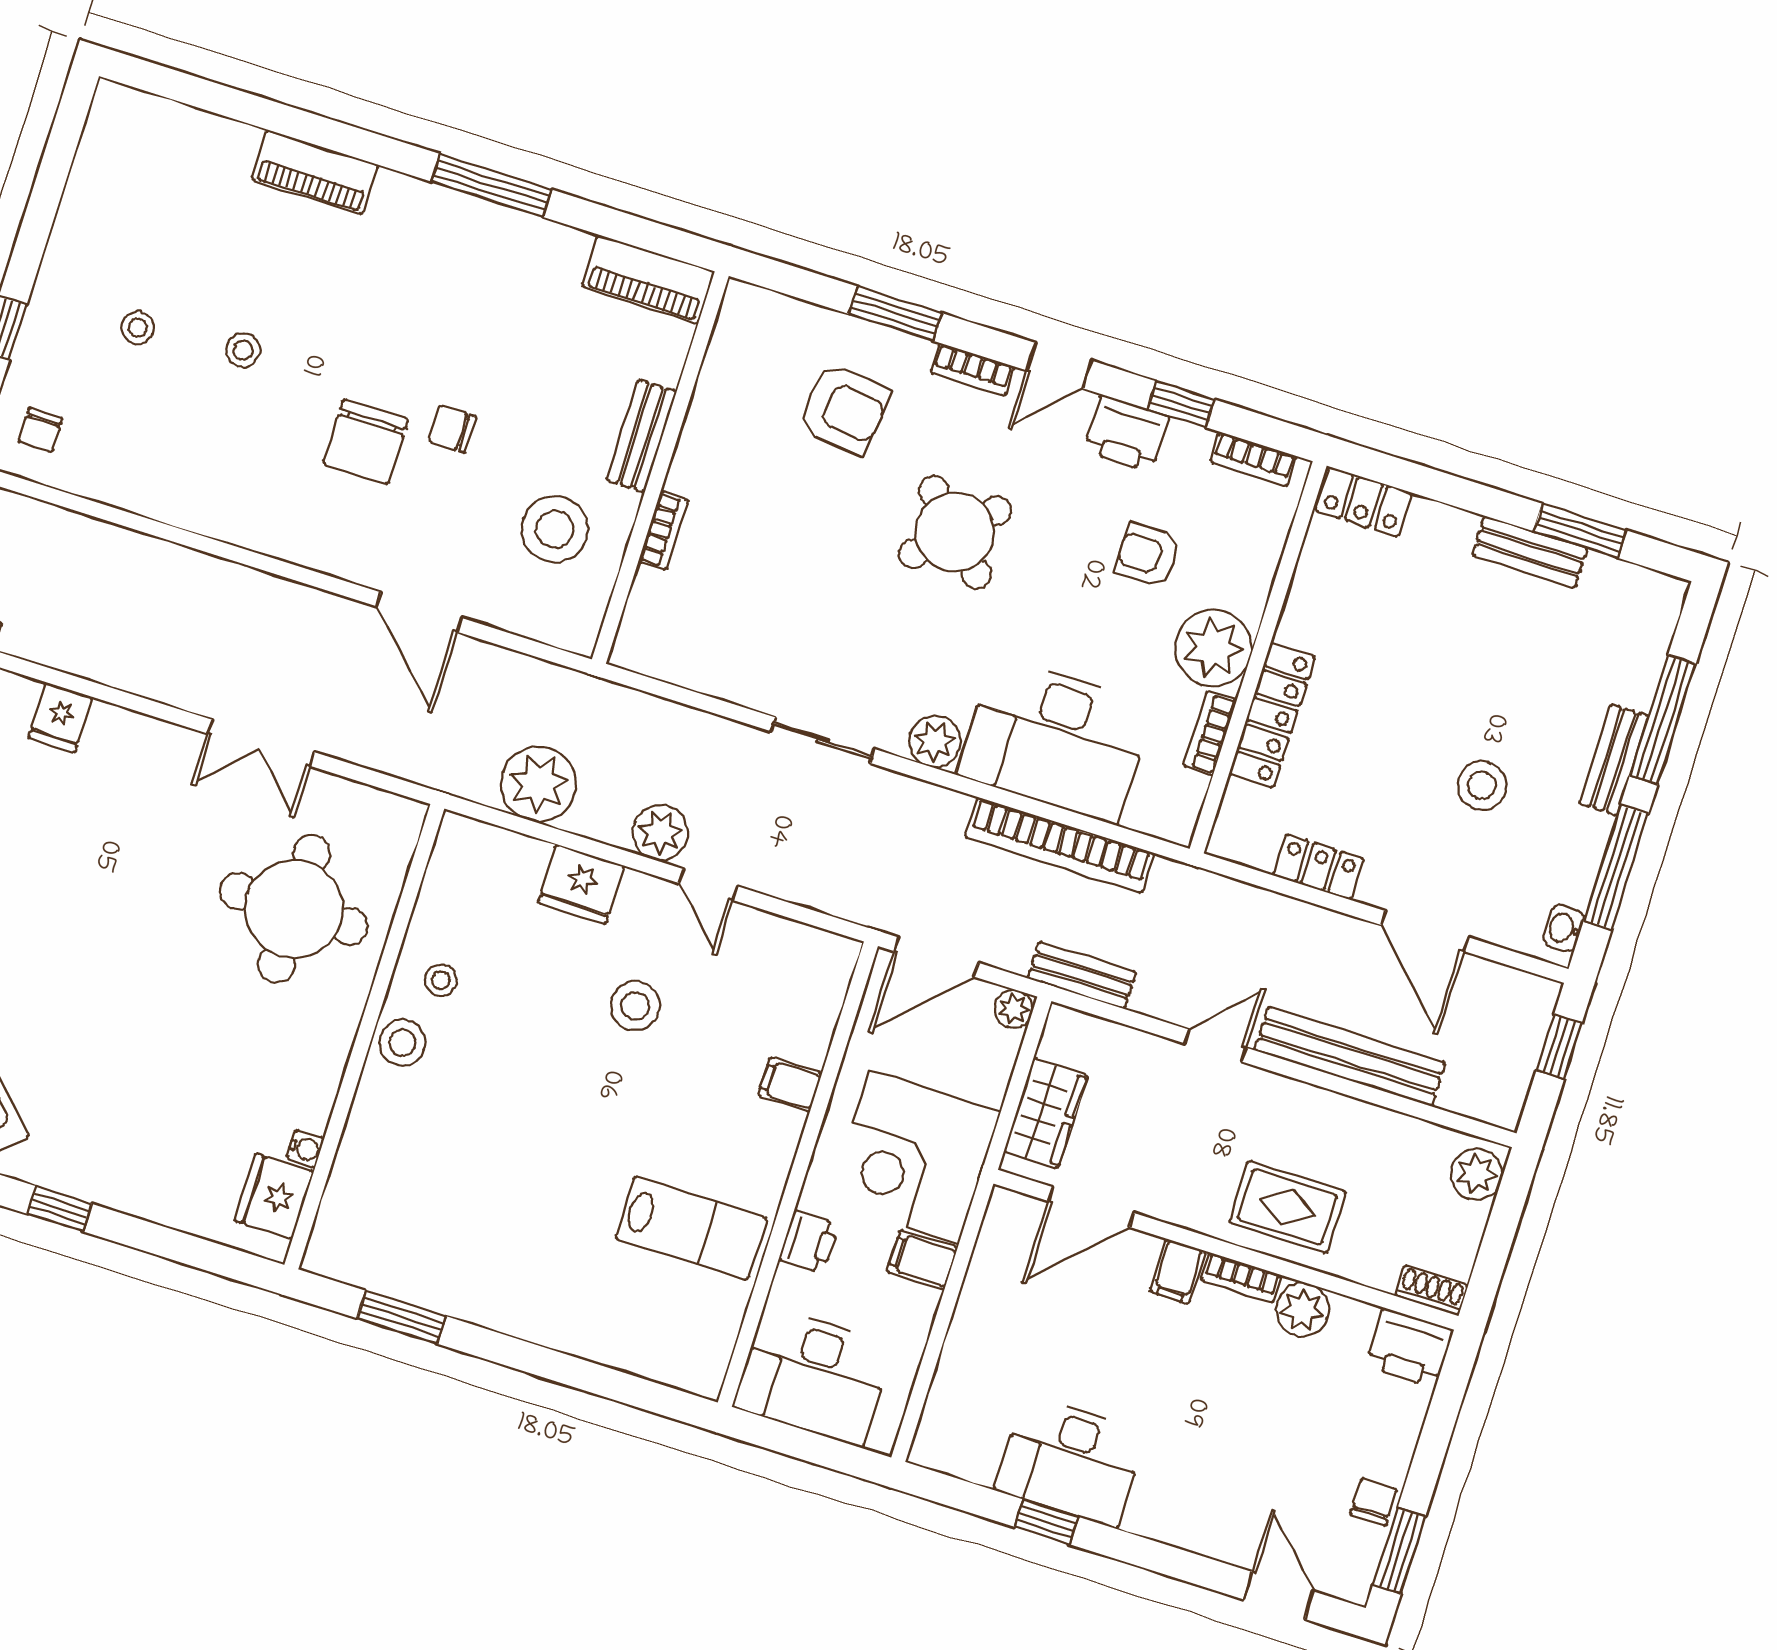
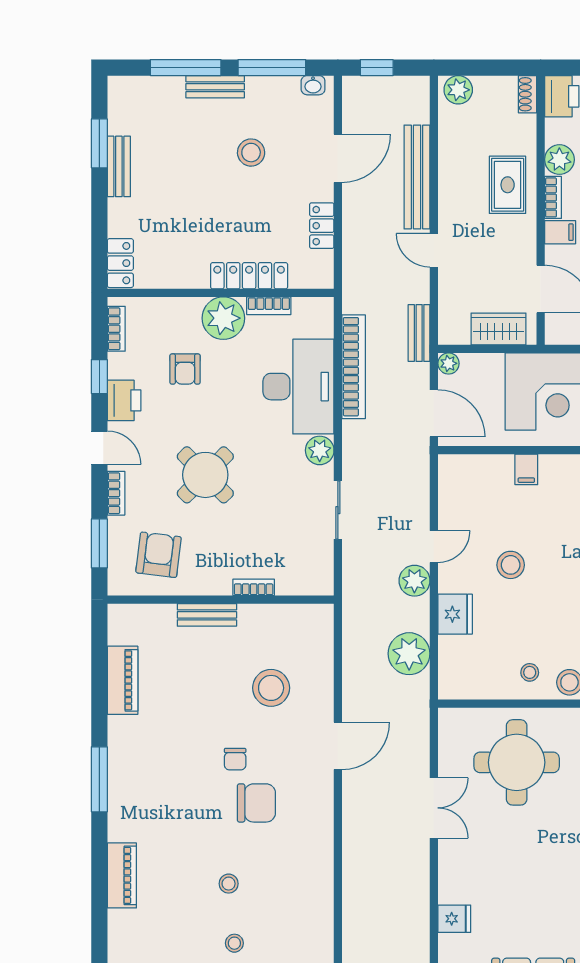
bench: (642, 436) -> (207, 615), moved
wall: (660, 468) -> (221, 600), moved
bookcase: (663, 531) -> (254, 587), moved

